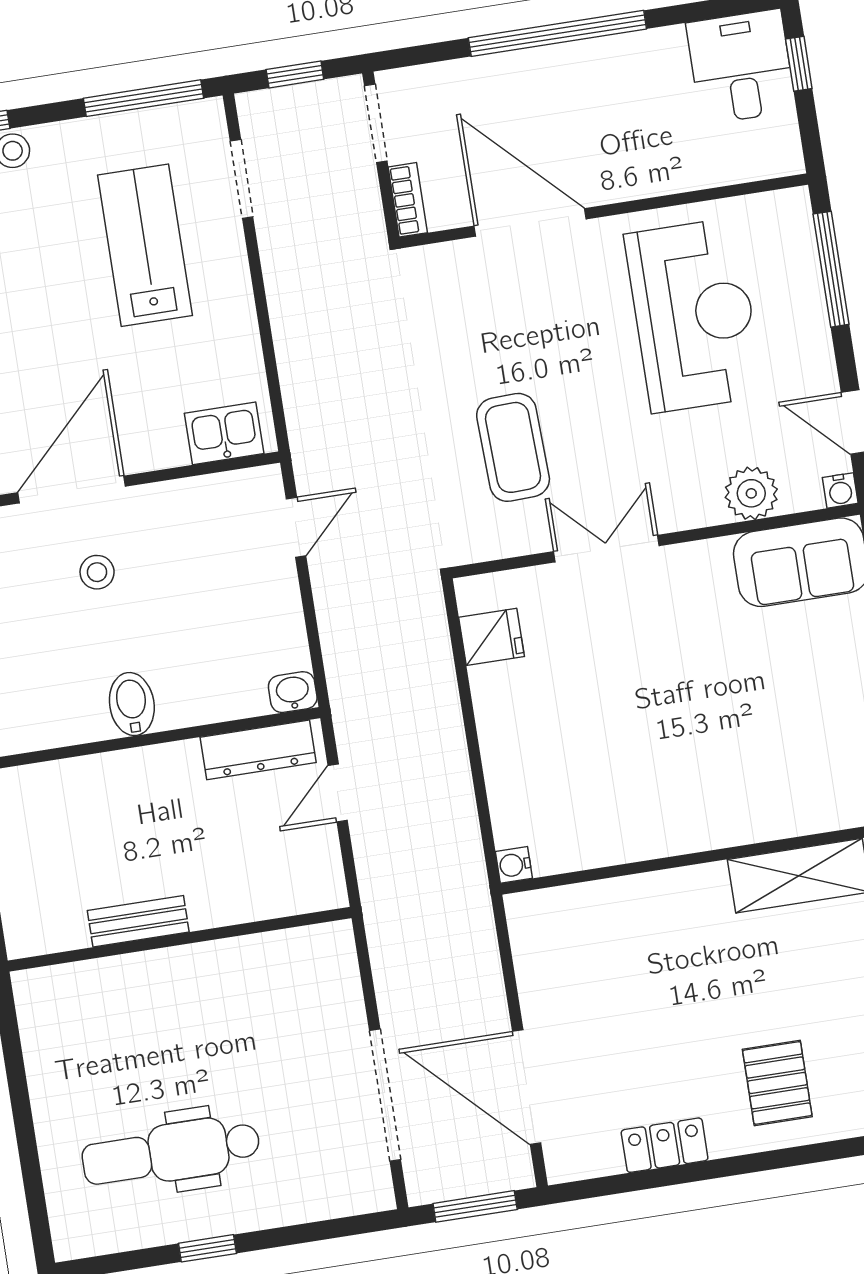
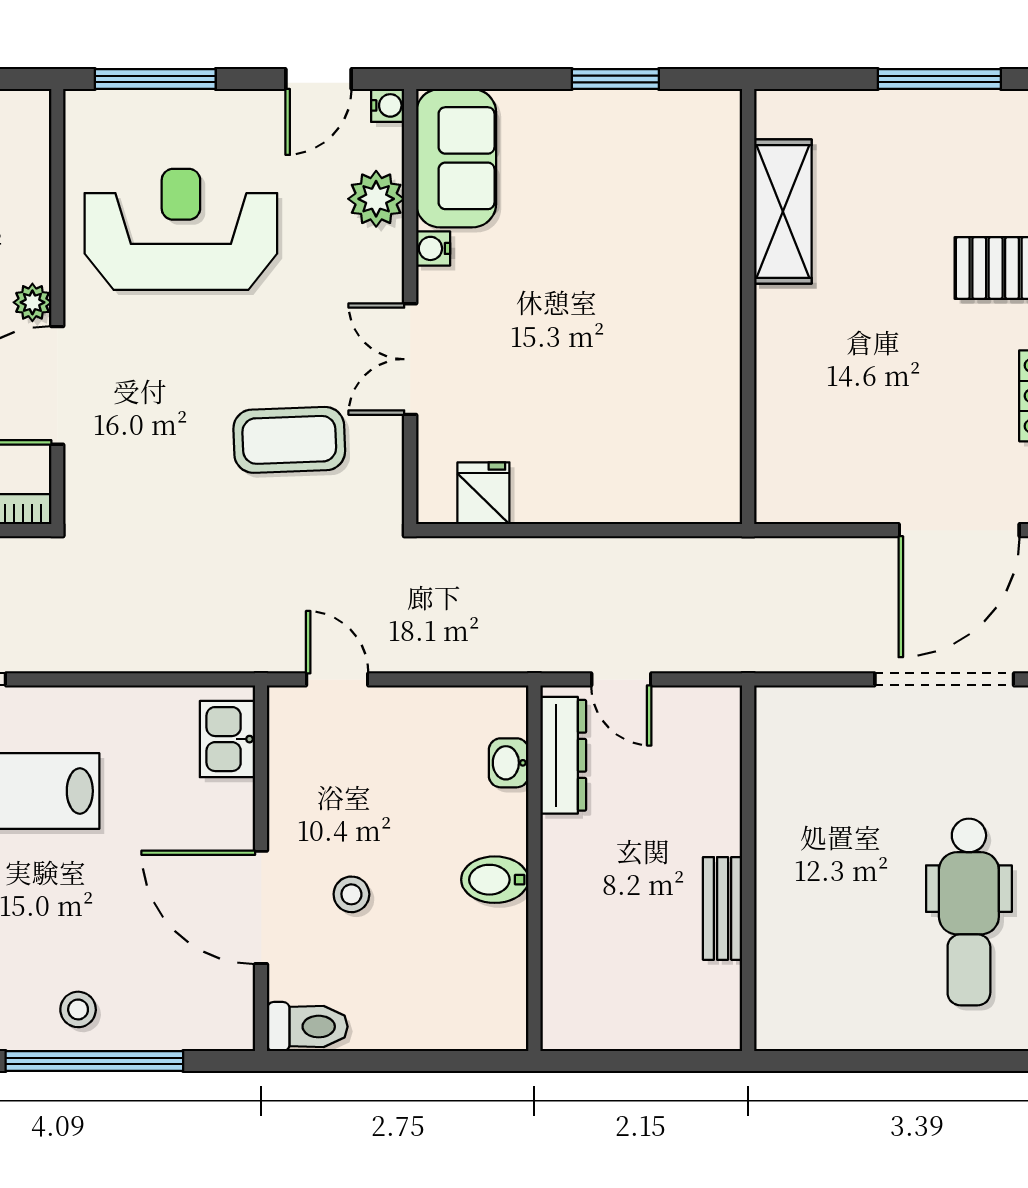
plant: (604, 187) -> (32, 302), added
washbasin: (293, 692) -> (509, 763), moved
water cooler: (514, 865) -> (433, 248), moved, turned 90

